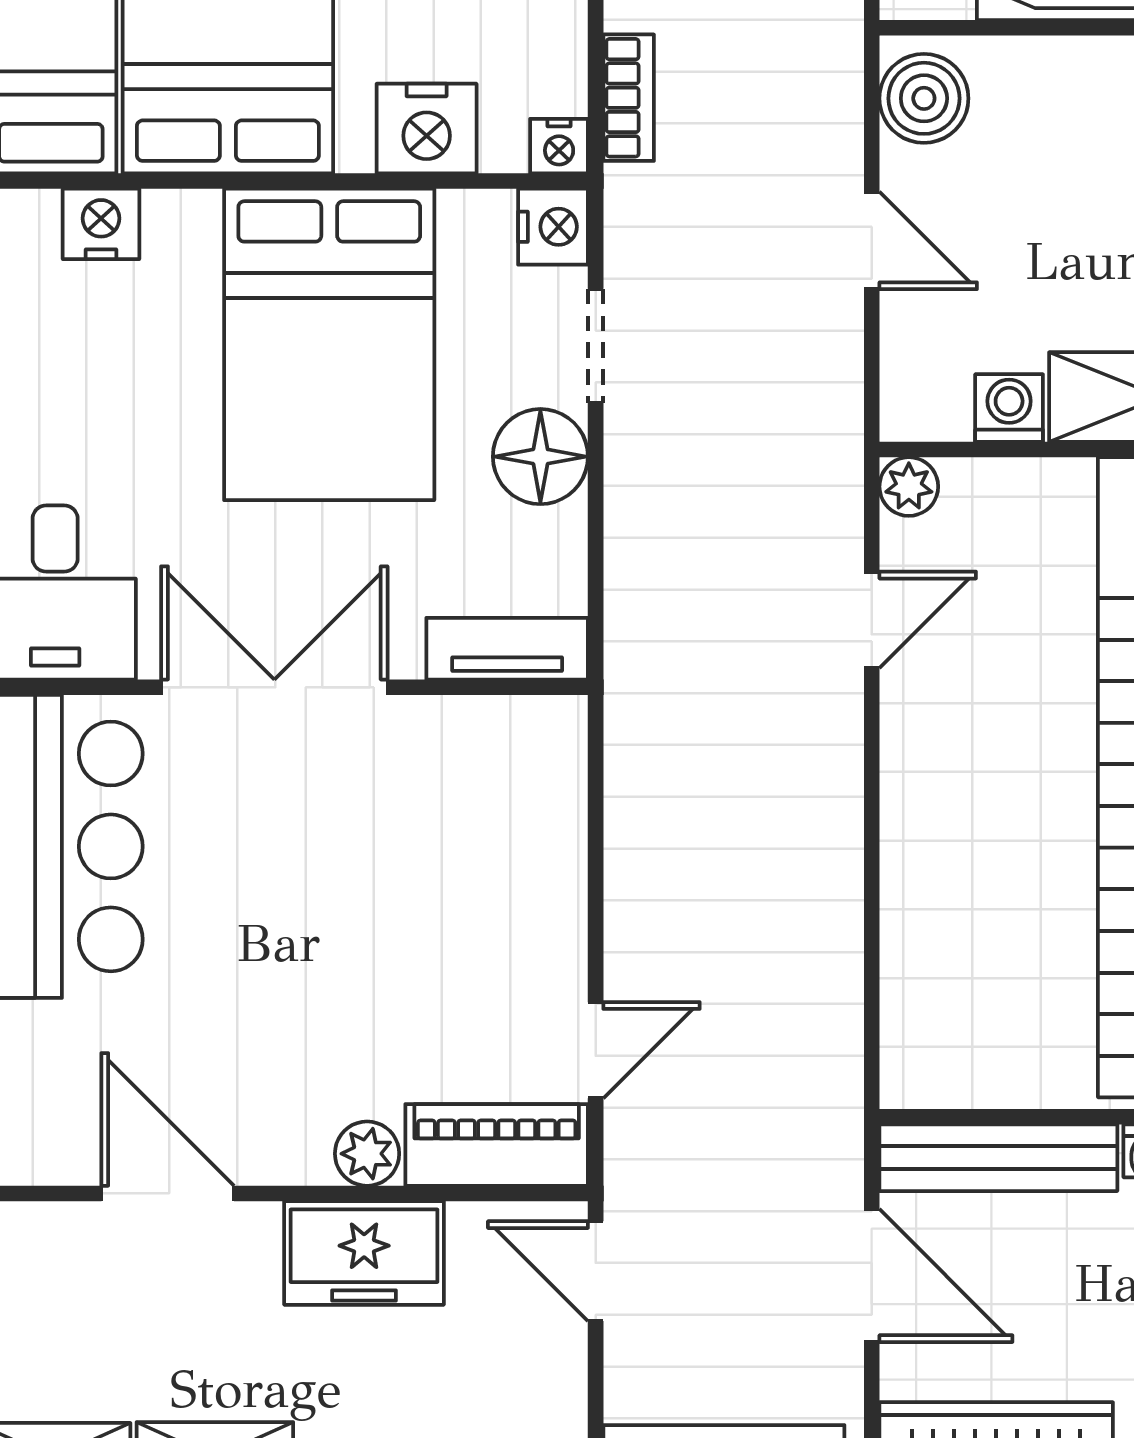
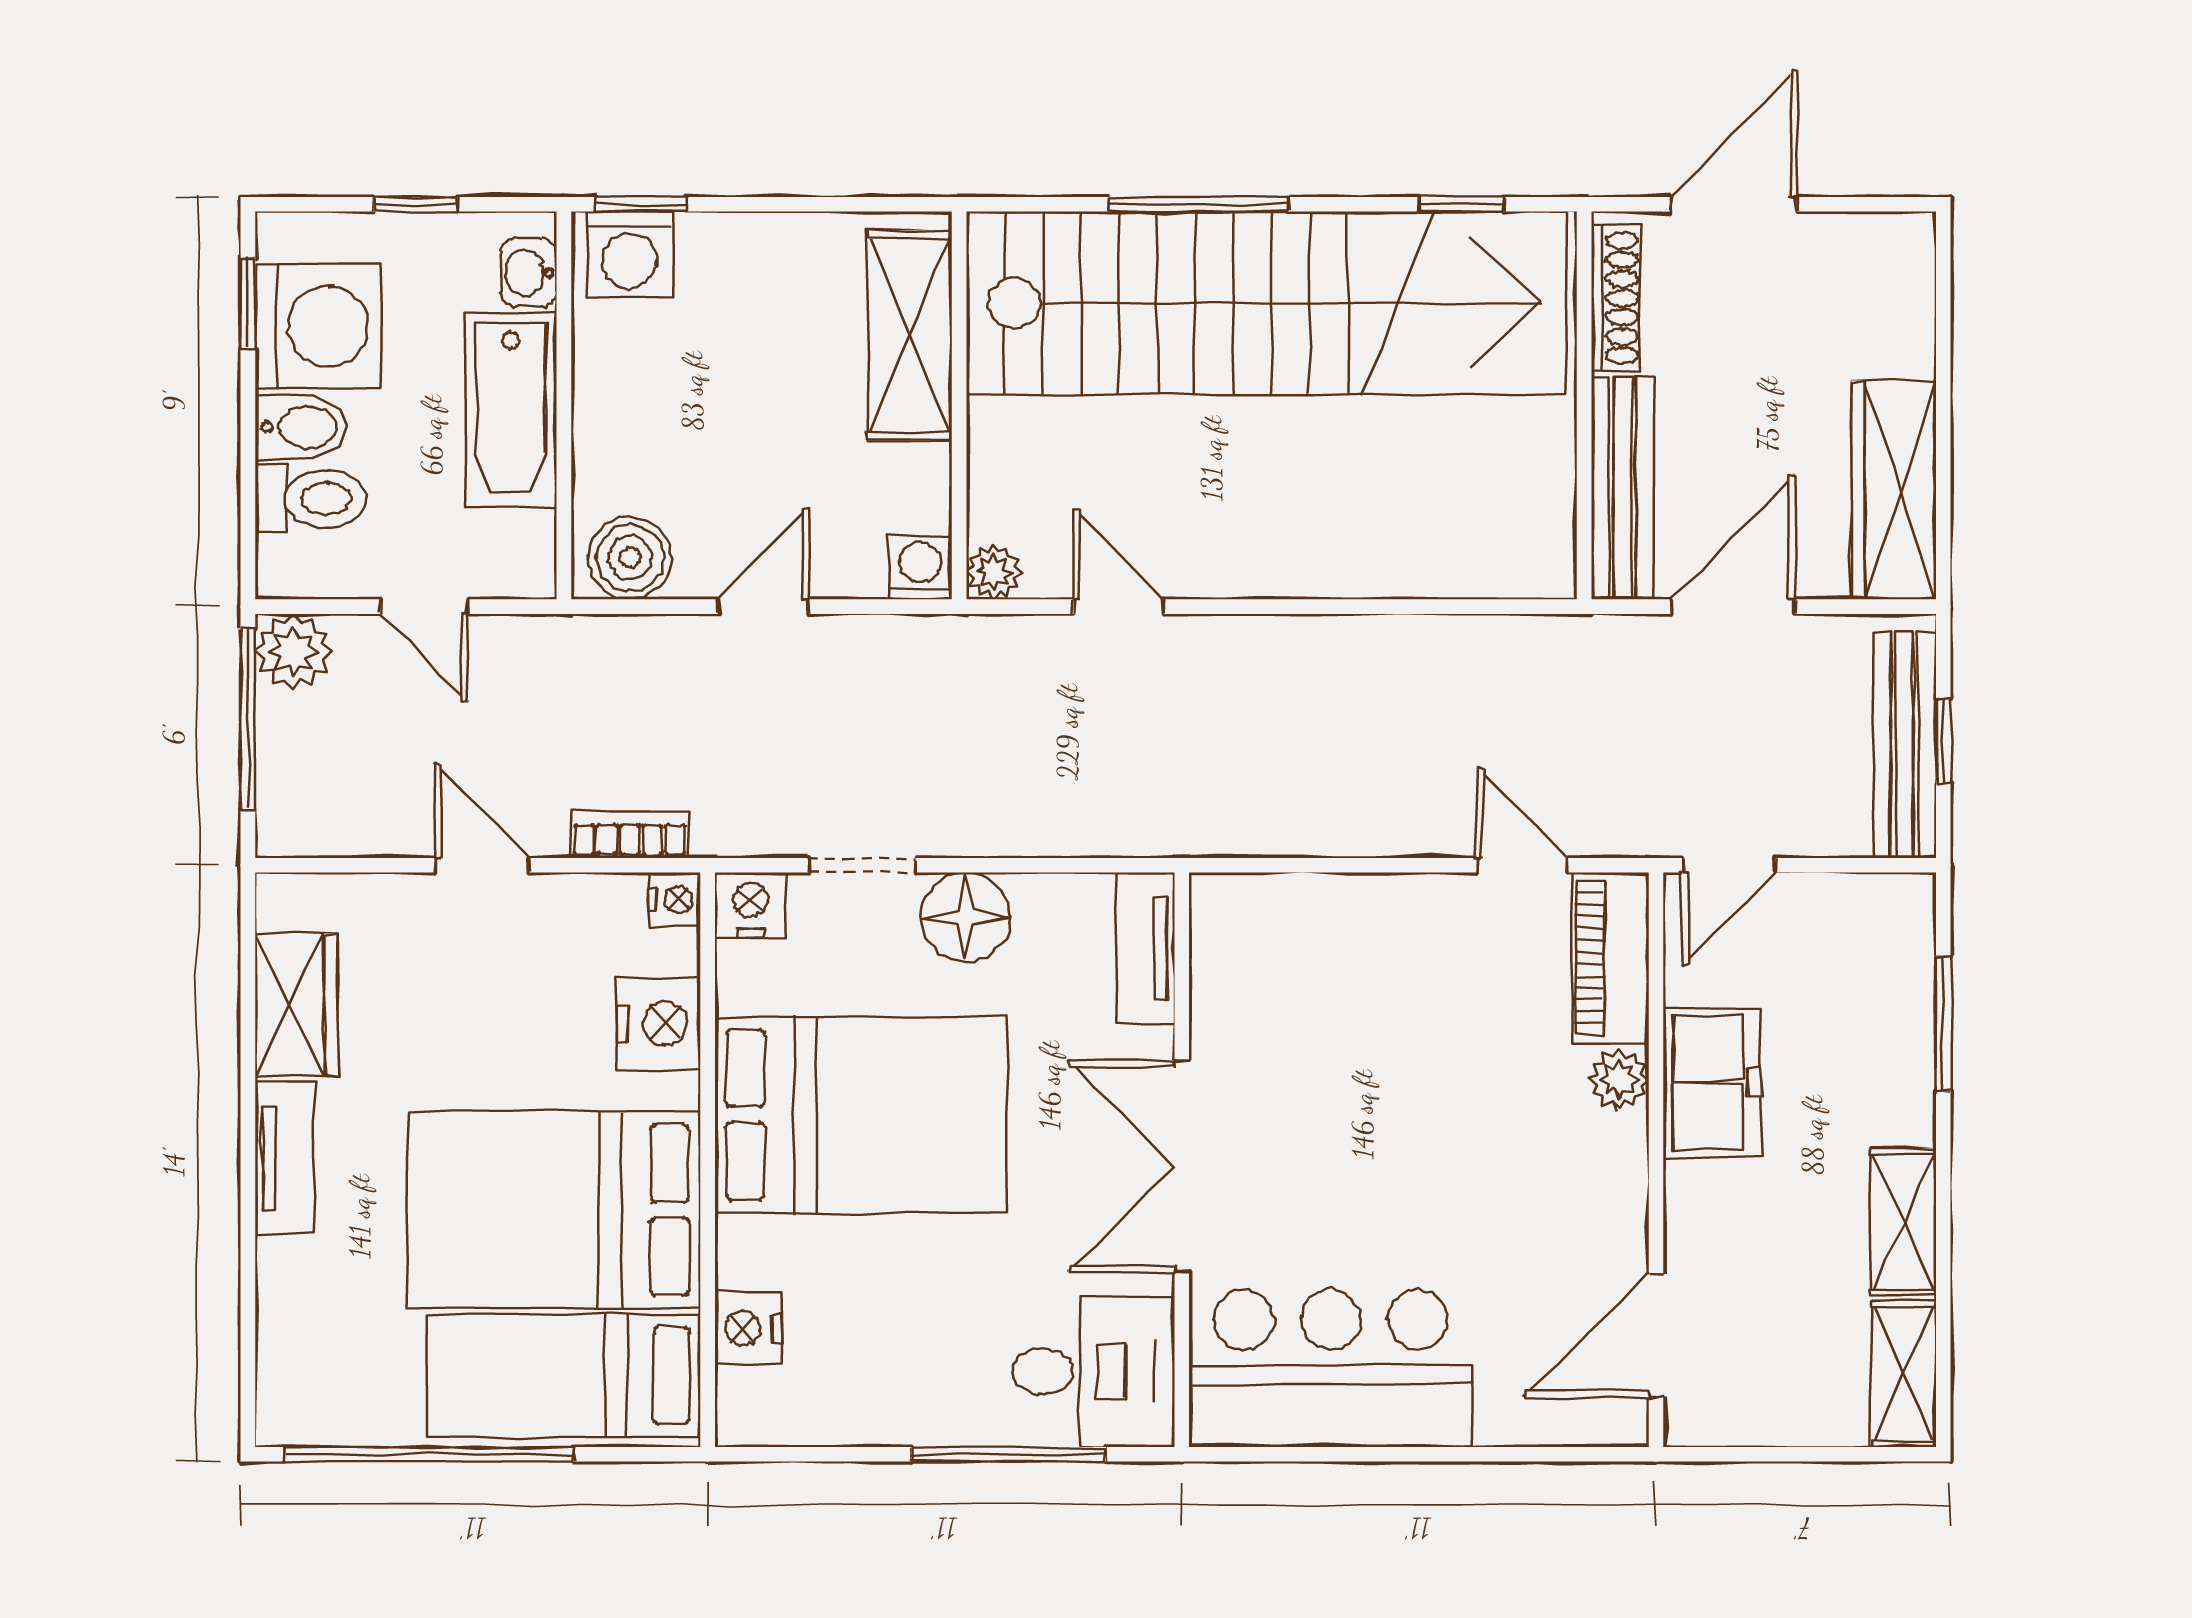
washing machine: (1009, 408) -> (920, 568), moved, turned 90
door: (168, 1193) -> (1656, 1335), moved

